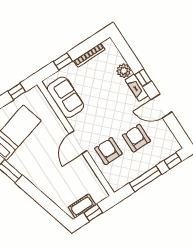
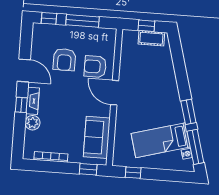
window: (63, 61) -> (88, 169), moved
door: (78, 142) -> (115, 93), swing flipped
armchair: (109, 151) -> (95, 67), turned 90

